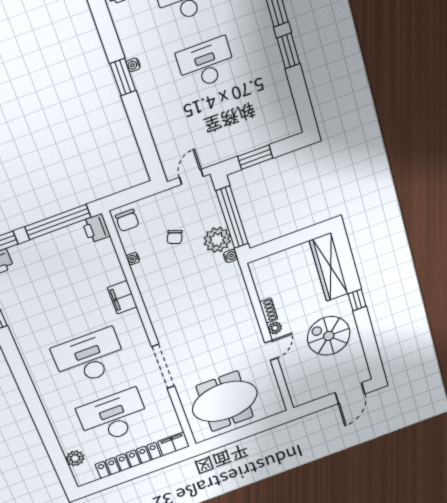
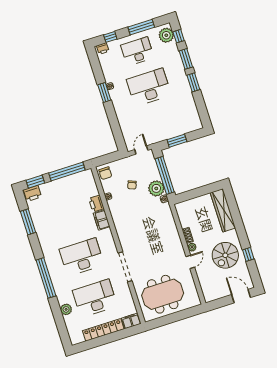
desk: (206, 63) -> (149, 87), width x1.36, depth x1.30
printer: (96, 228) -> (96, 204), moved
window: (357, 300) -> (248, 254), moved
spiral stairs: (329, 336) -> (225, 255), turned -90
door: (350, 393) -> (241, 296), swing flipped
window: (29, 394) -> (46, 278), added
plant: (75, 458) -> (66, 309), moved

